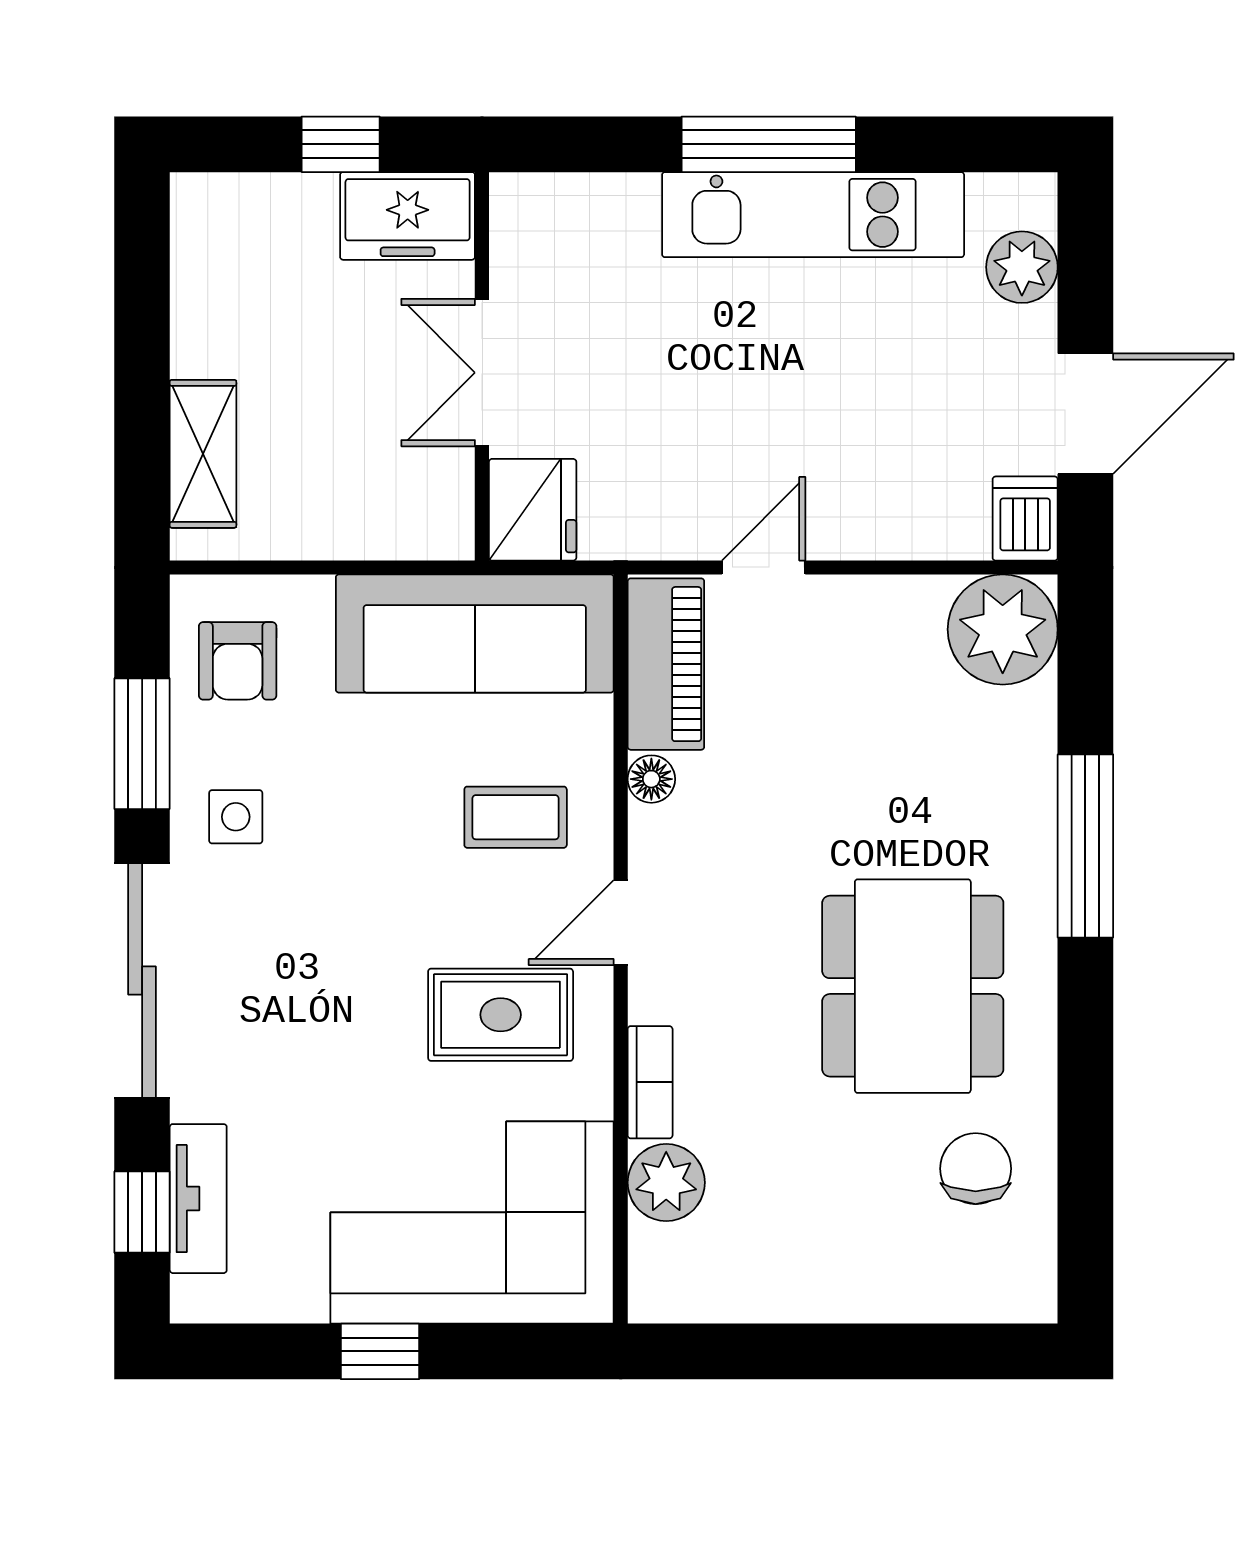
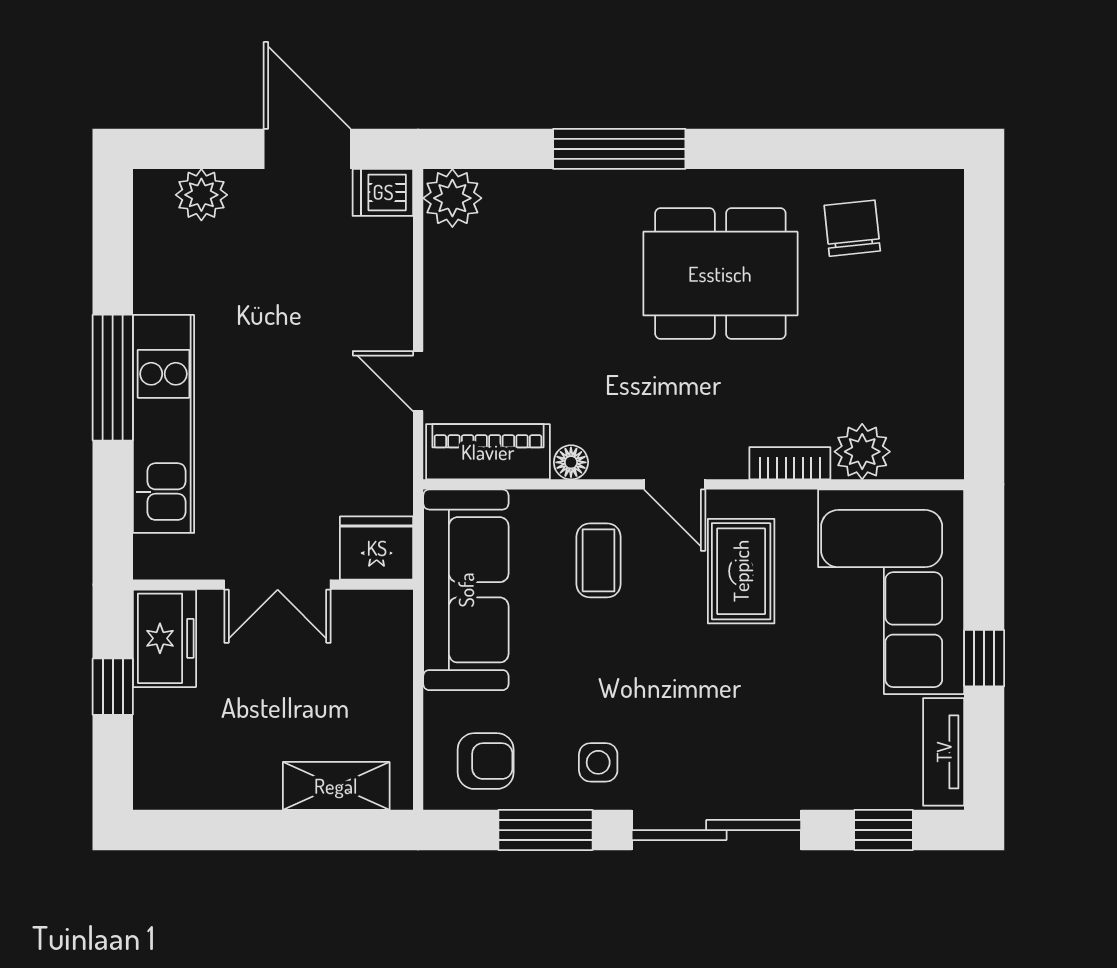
kitchen unit: (813, 215) -> (163, 424), moved
plant: (1003, 629) -> (452, 198), width x0.73, depth x0.73
chair: (976, 1169) -> (852, 228), turned 84
tv unit: (198, 1199) -> (944, 752), moved, turned -90

